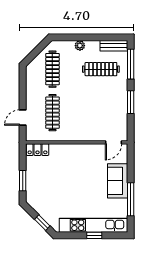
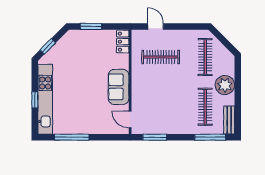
plant: (80, 46) -> (225, 85), width x1.88, depth x1.88
clothes rail: (52, 69) -> (205, 57), turned 90
window: (131, 102) -> (155, 137), moved
sofa: (118, 181) -> (119, 87), moved, turned -90

